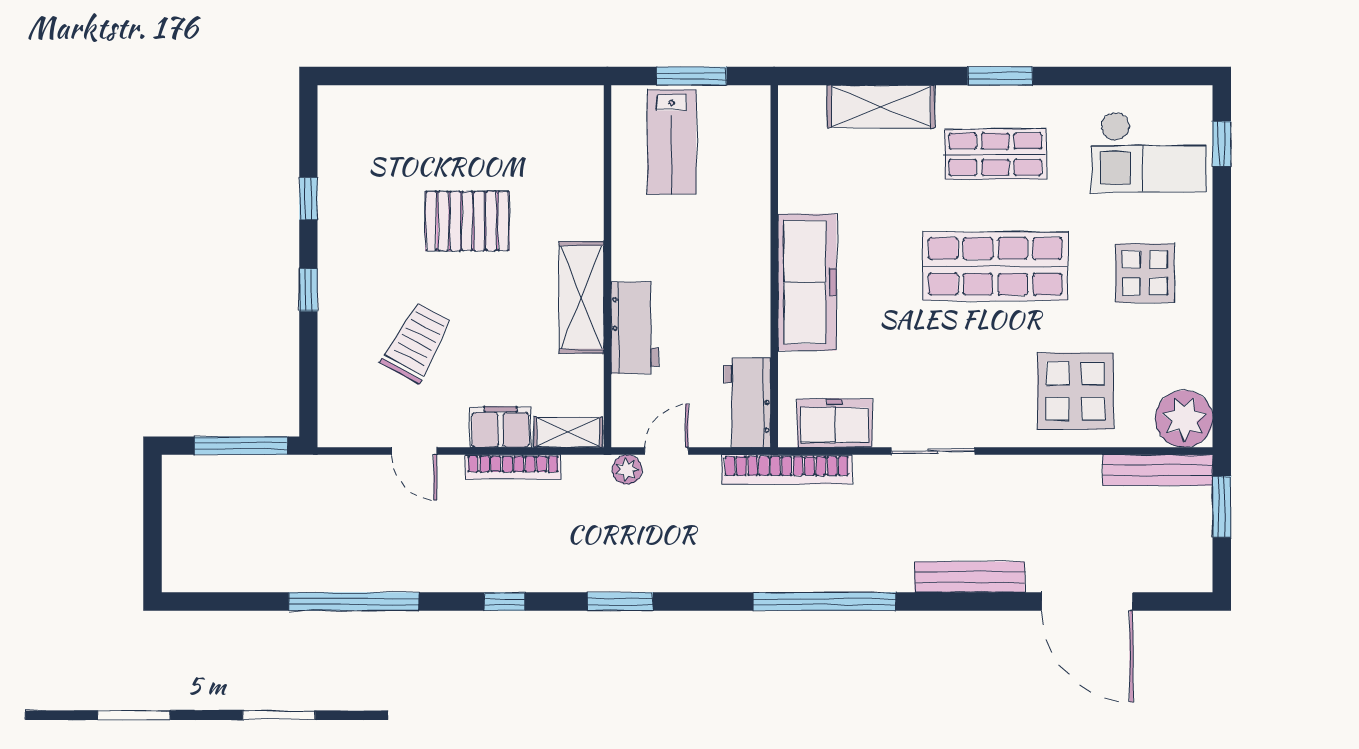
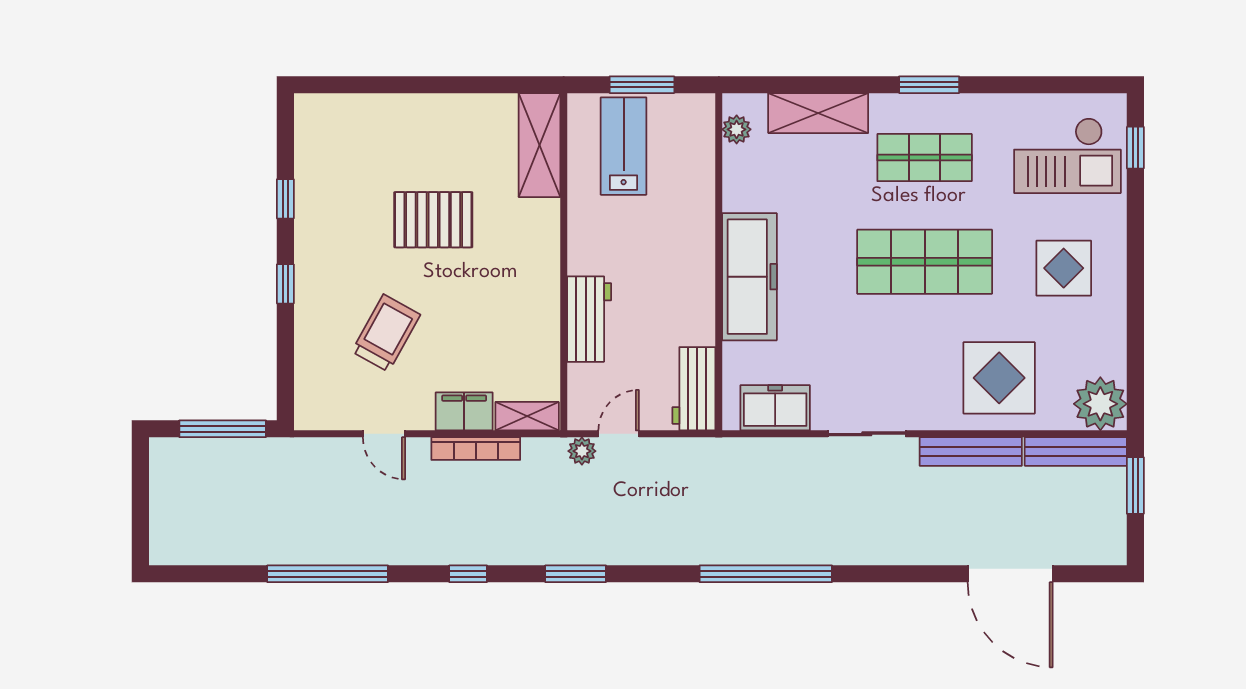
plant: (793, 124) -> (737, 129), added
lab bench: (672, 142) -> (624, 146), turned 180
shelving: (581, 297) -> (539, 145), moved
bookcase: (787, 469) -> (730, 451), removed
bench: (970, 577) -> (971, 452), moved

